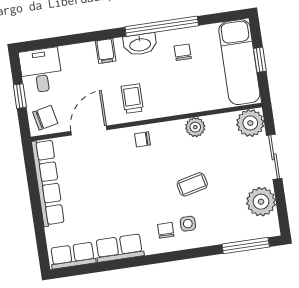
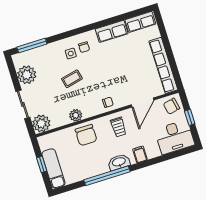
chair: (183, 52) -> (86, 135), moved, width x1.87, depth x1.87
exam couch: (239, 62) -> (53, 169), width x0.73, depth x0.69
desk: (41, 70) -> (175, 137), width x1.37

